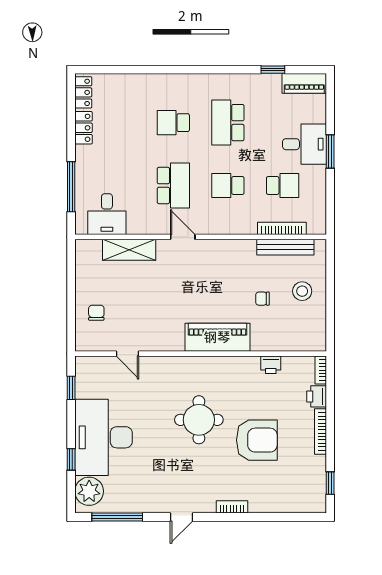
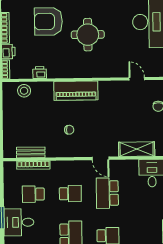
bench: (285, 247) -> (31, 152), width x0.73
stool: (302, 291) -> (24, 91), moved
chair: (262, 299) -> (69, 130), moved

